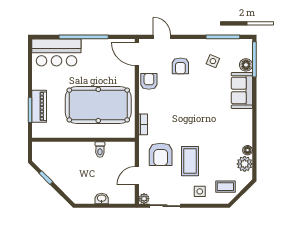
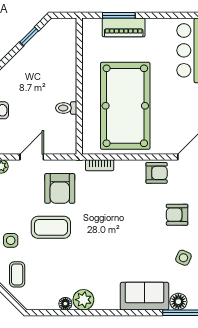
armchair: (161, 154) -> (60, 188), turned -90
plant: (245, 164) -> (83, 300), moved
door: (137, 176) -> (32, 157), hinge flipped

